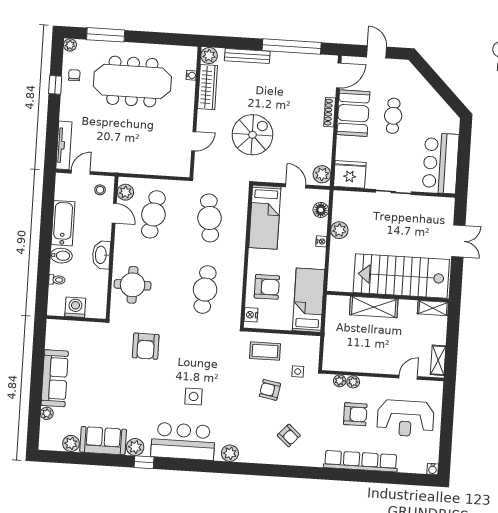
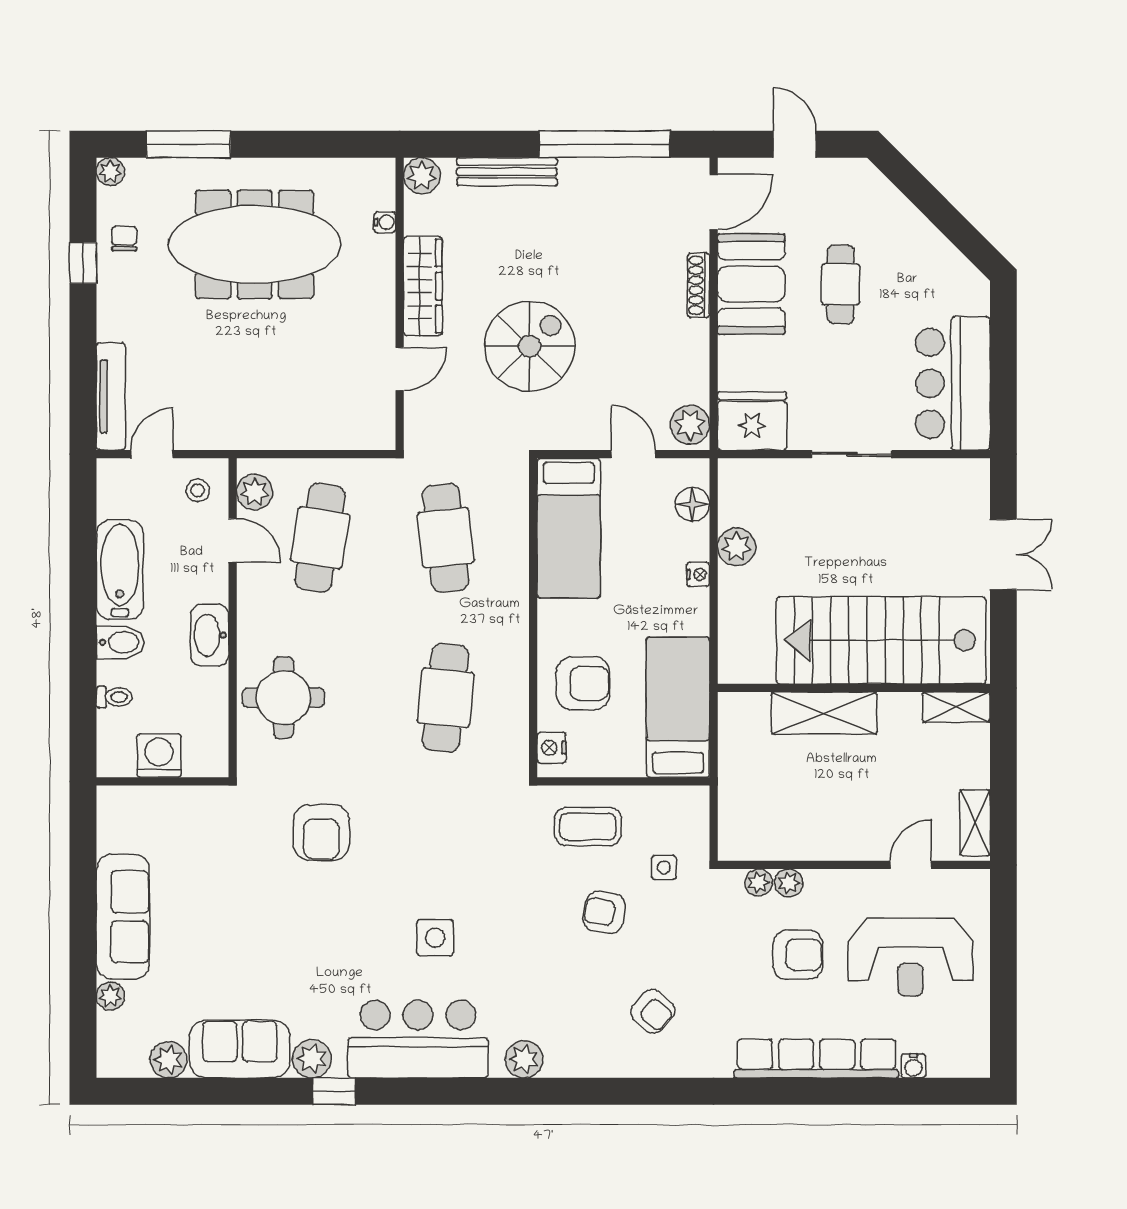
wardrobe: (208, 87) -> (423, 286), moved
water cooler: (433, 469) -> (913, 1066), moved

